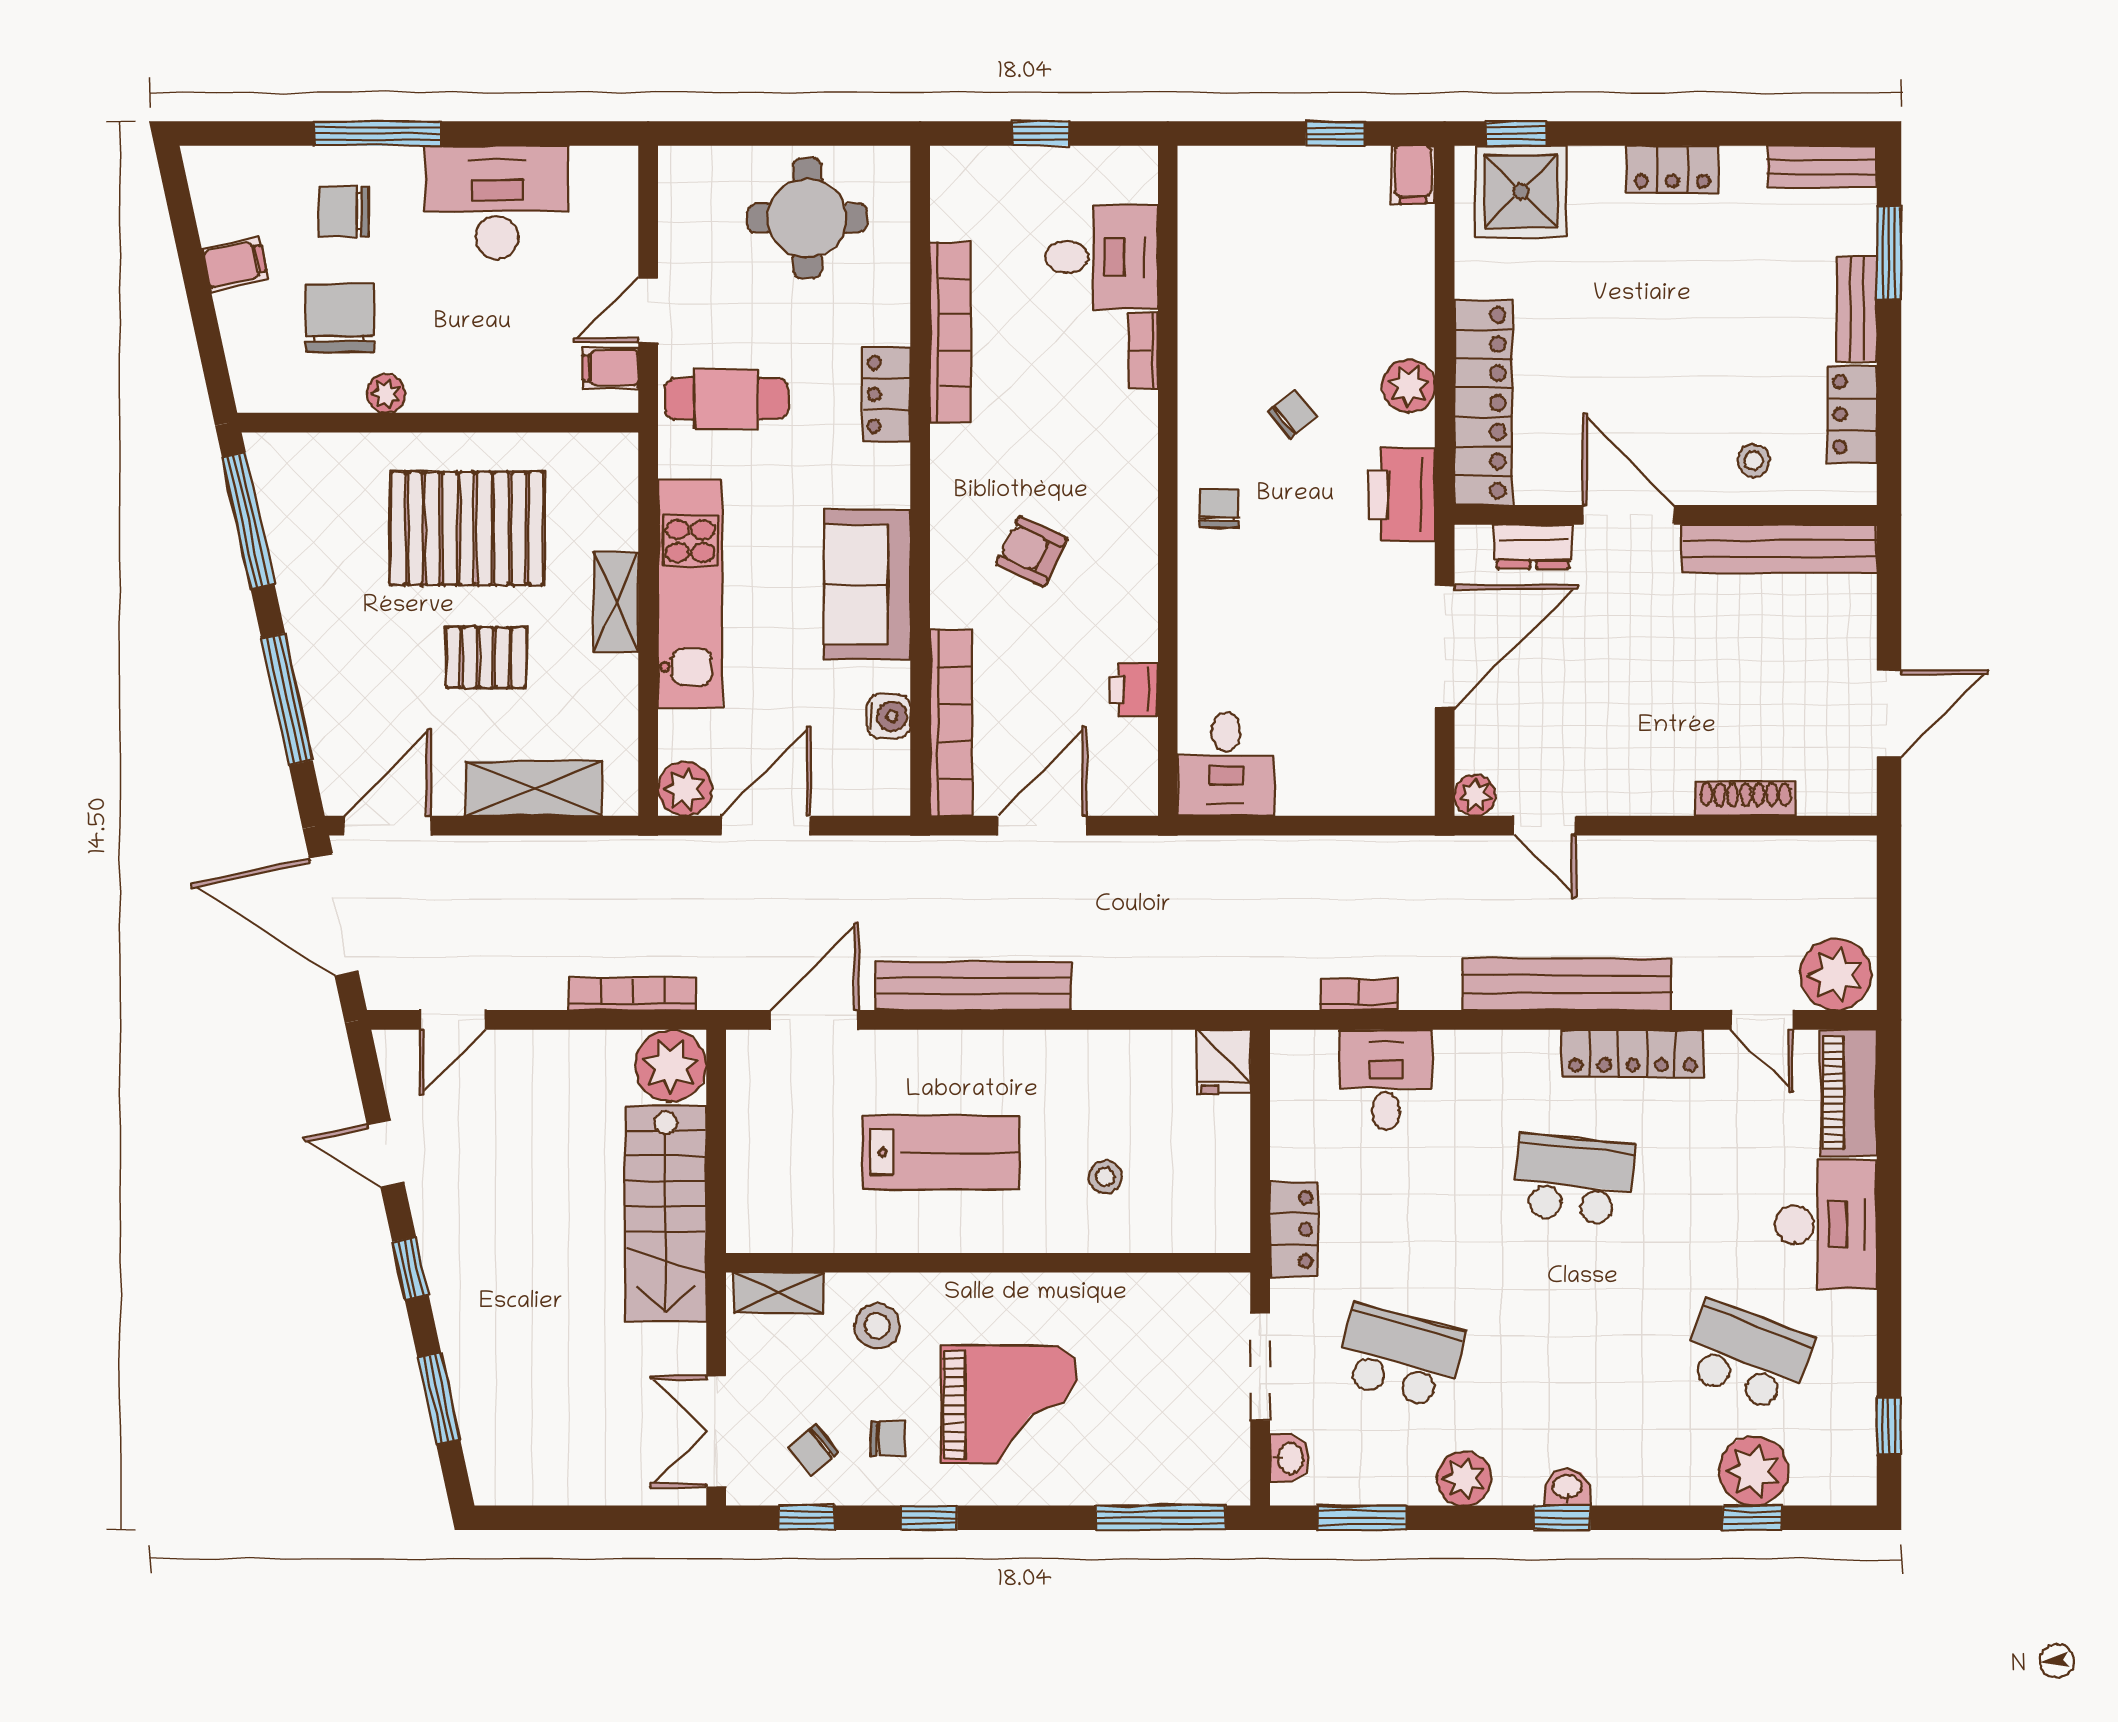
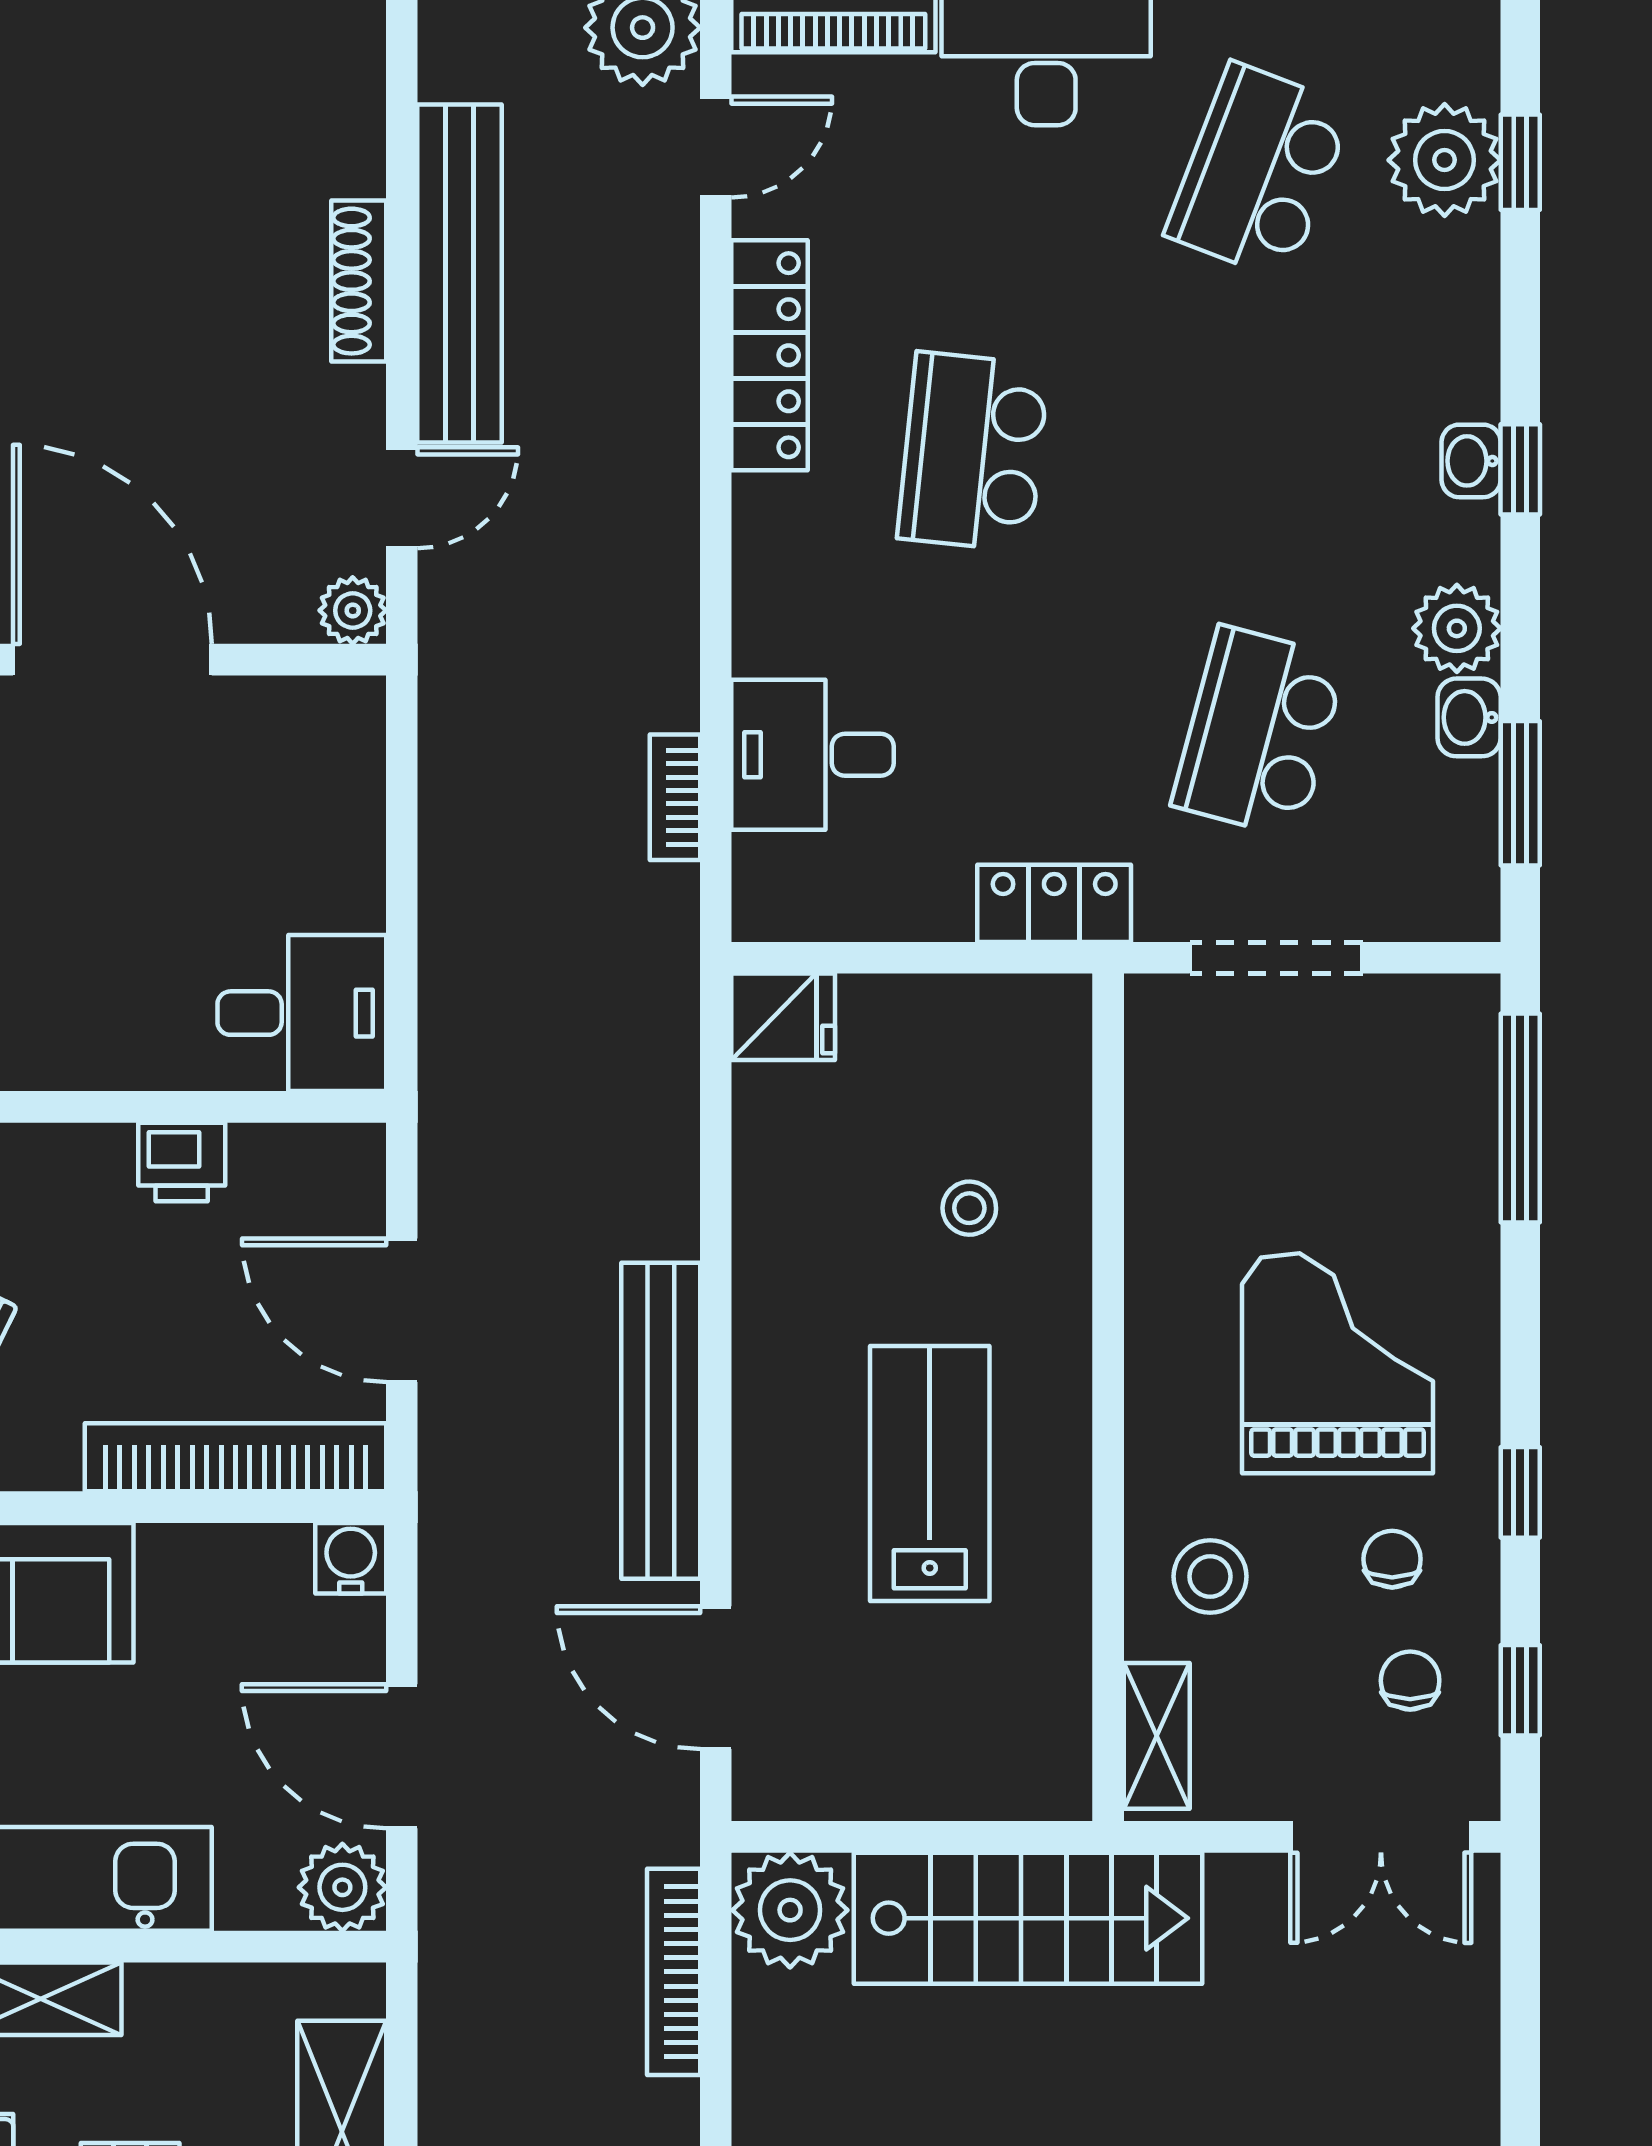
water cooler: (888, 716) -> (351, 1558), moved
shoe rack: (1746, 799) -> (359, 281), moved
bench: (1567, 984) -> (460, 274), moved
chair: (813, 1450) -> (1410, 1681), turned -141
washbasin: (1289, 1458) -> (1469, 717), moved, turned -90

